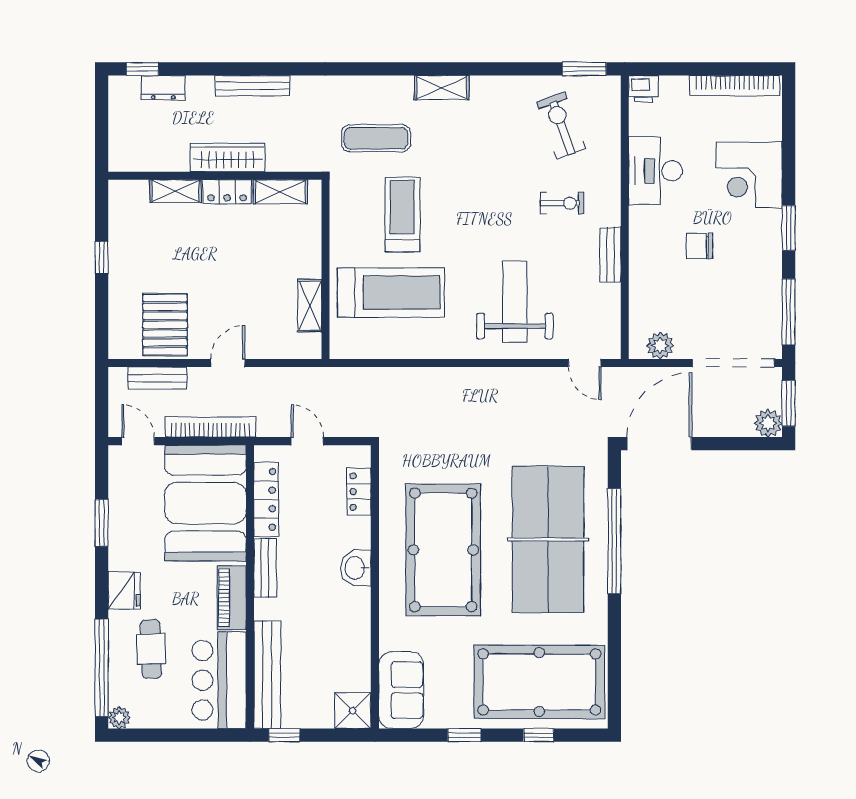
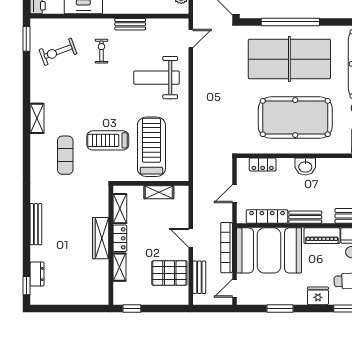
wardrobe: (228, 157) -> (101, 238), moved
wall: (215, 176) -> (111, 245), moved
shelving: (176, 191) -> (119, 267), moved
locker: (227, 192) -> (120, 238), moved
shelving: (280, 192) -> (120, 209), moved

